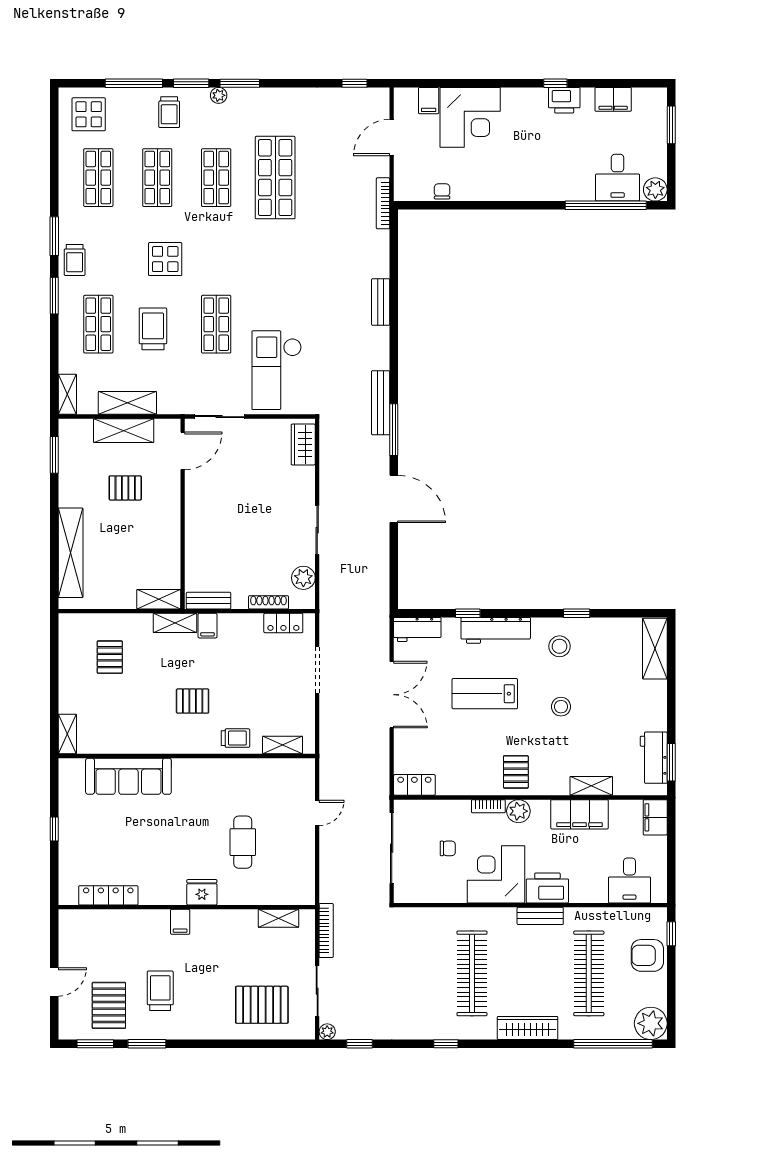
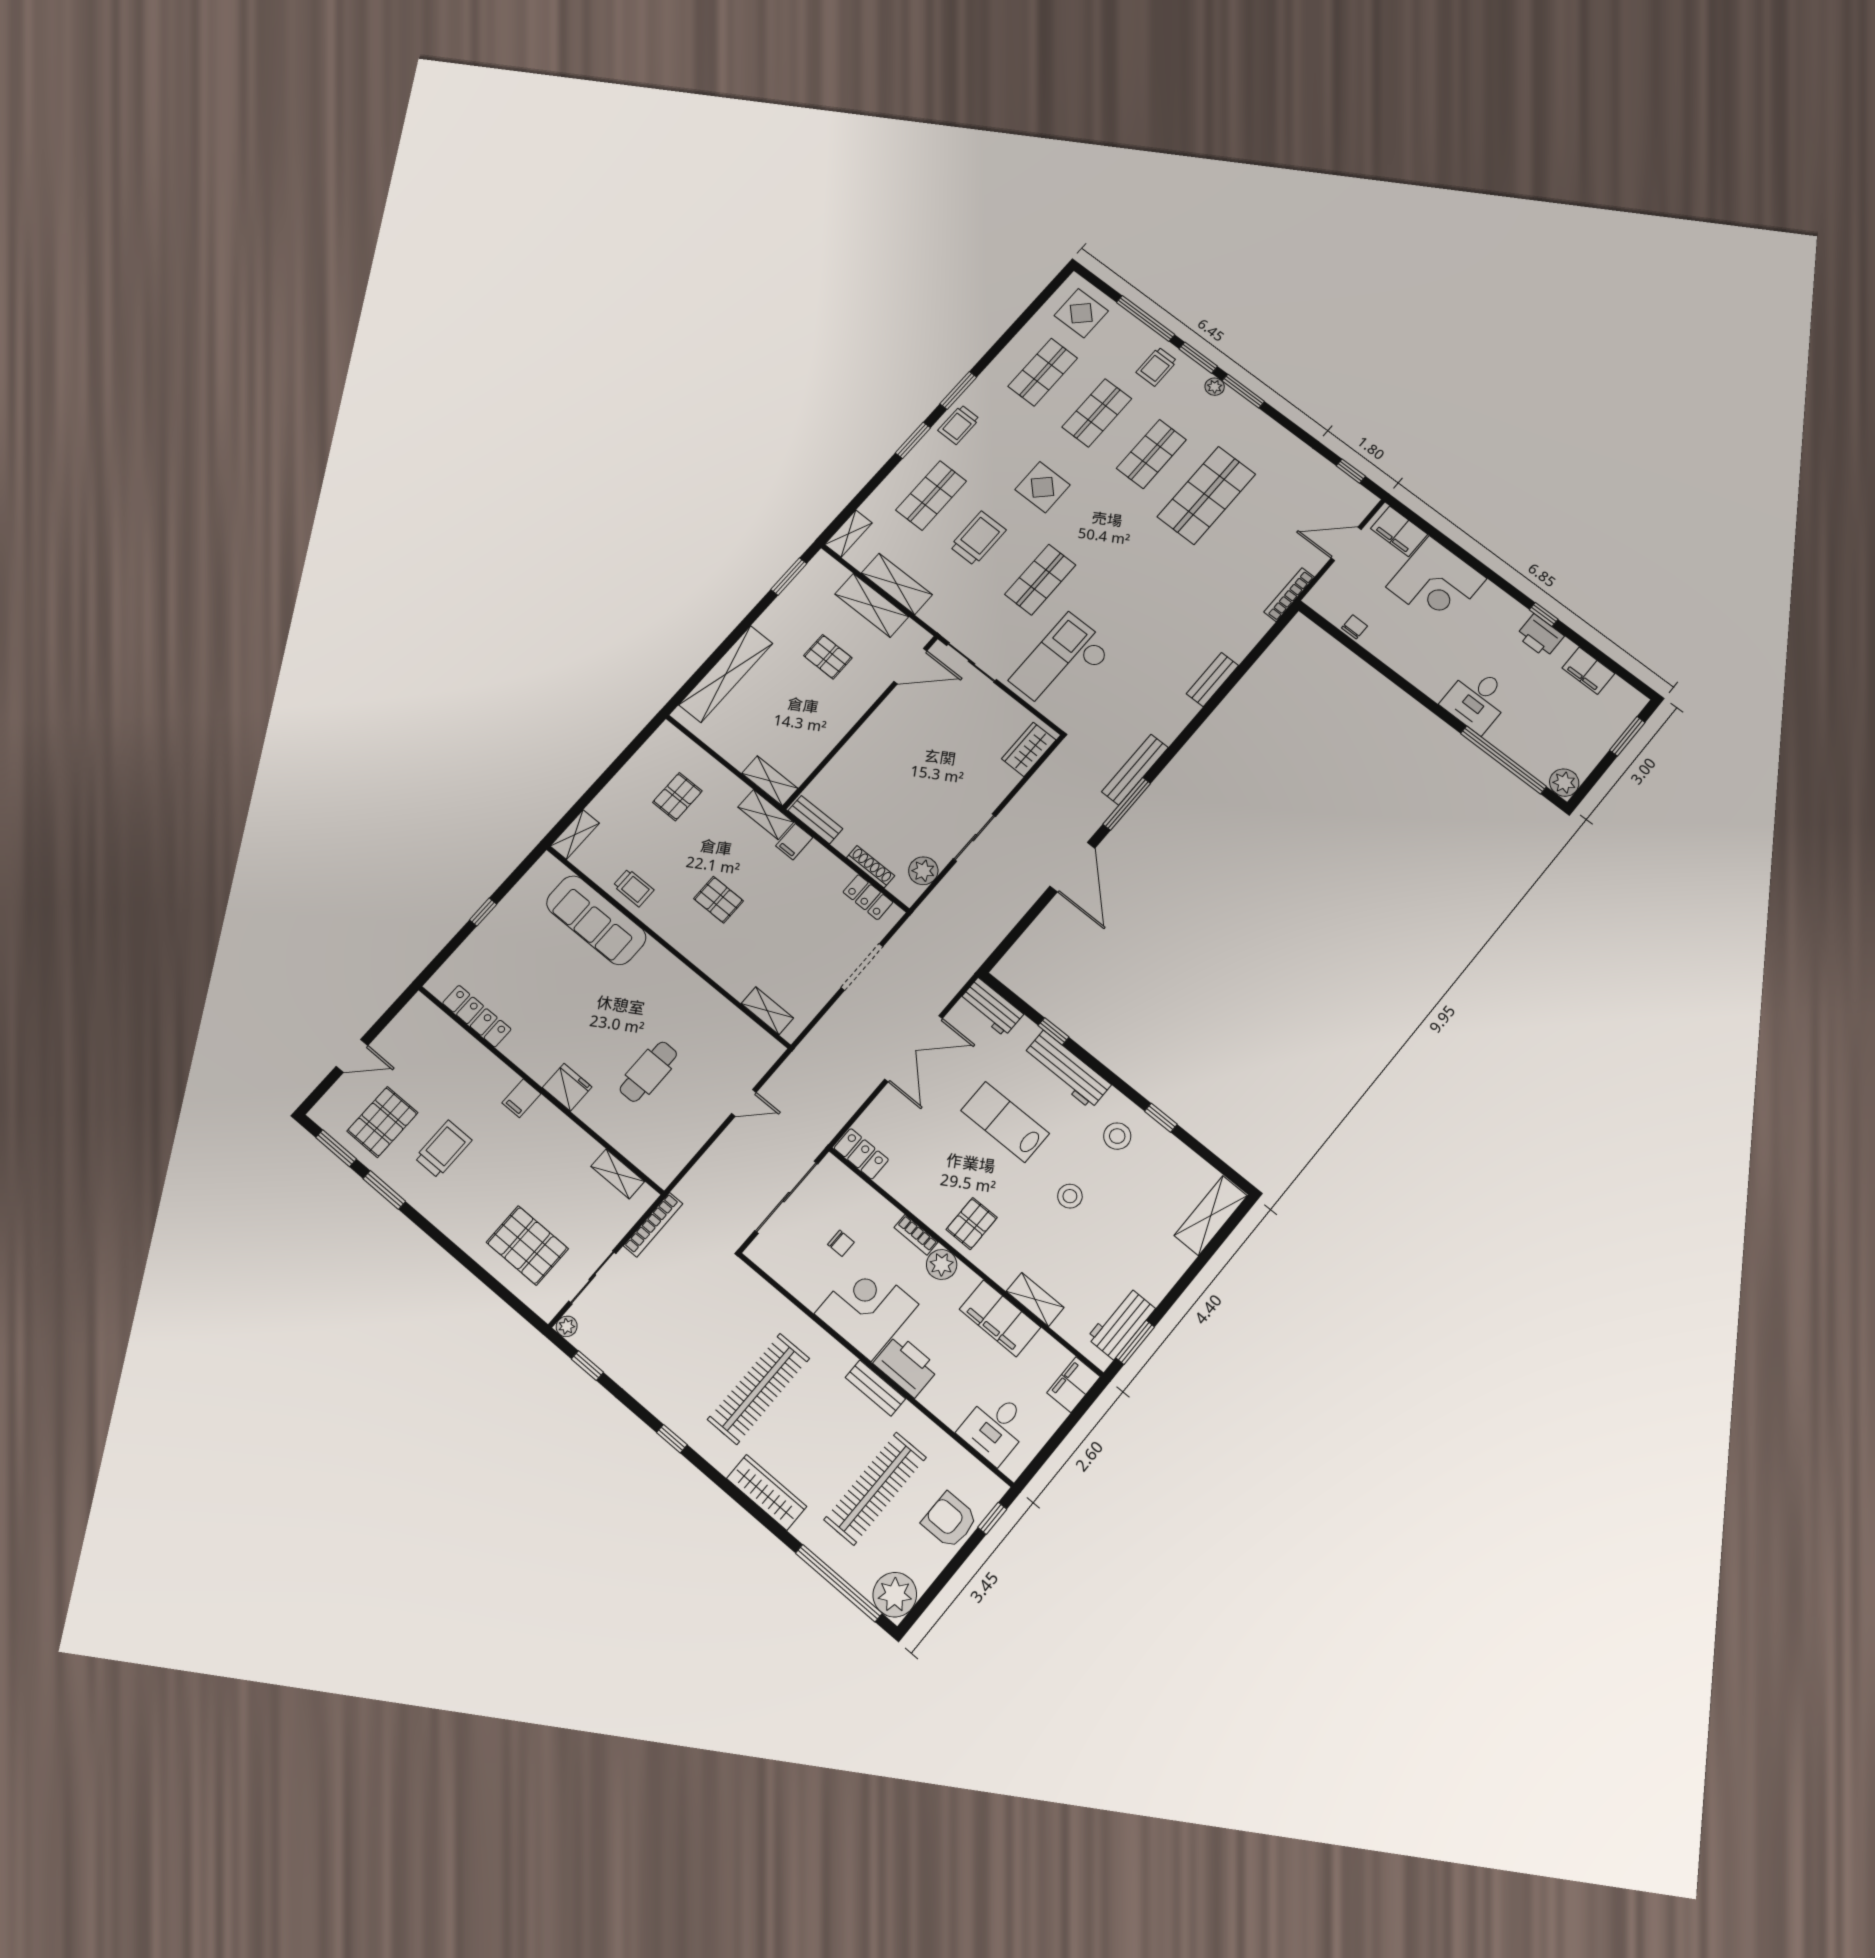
filing cabinet: (429, 101) -> (1399, 531), width x2.00
desk: (618, 178) -> (1477, 700), moved
trolley: (235, 738) -> (634, 888), moved

